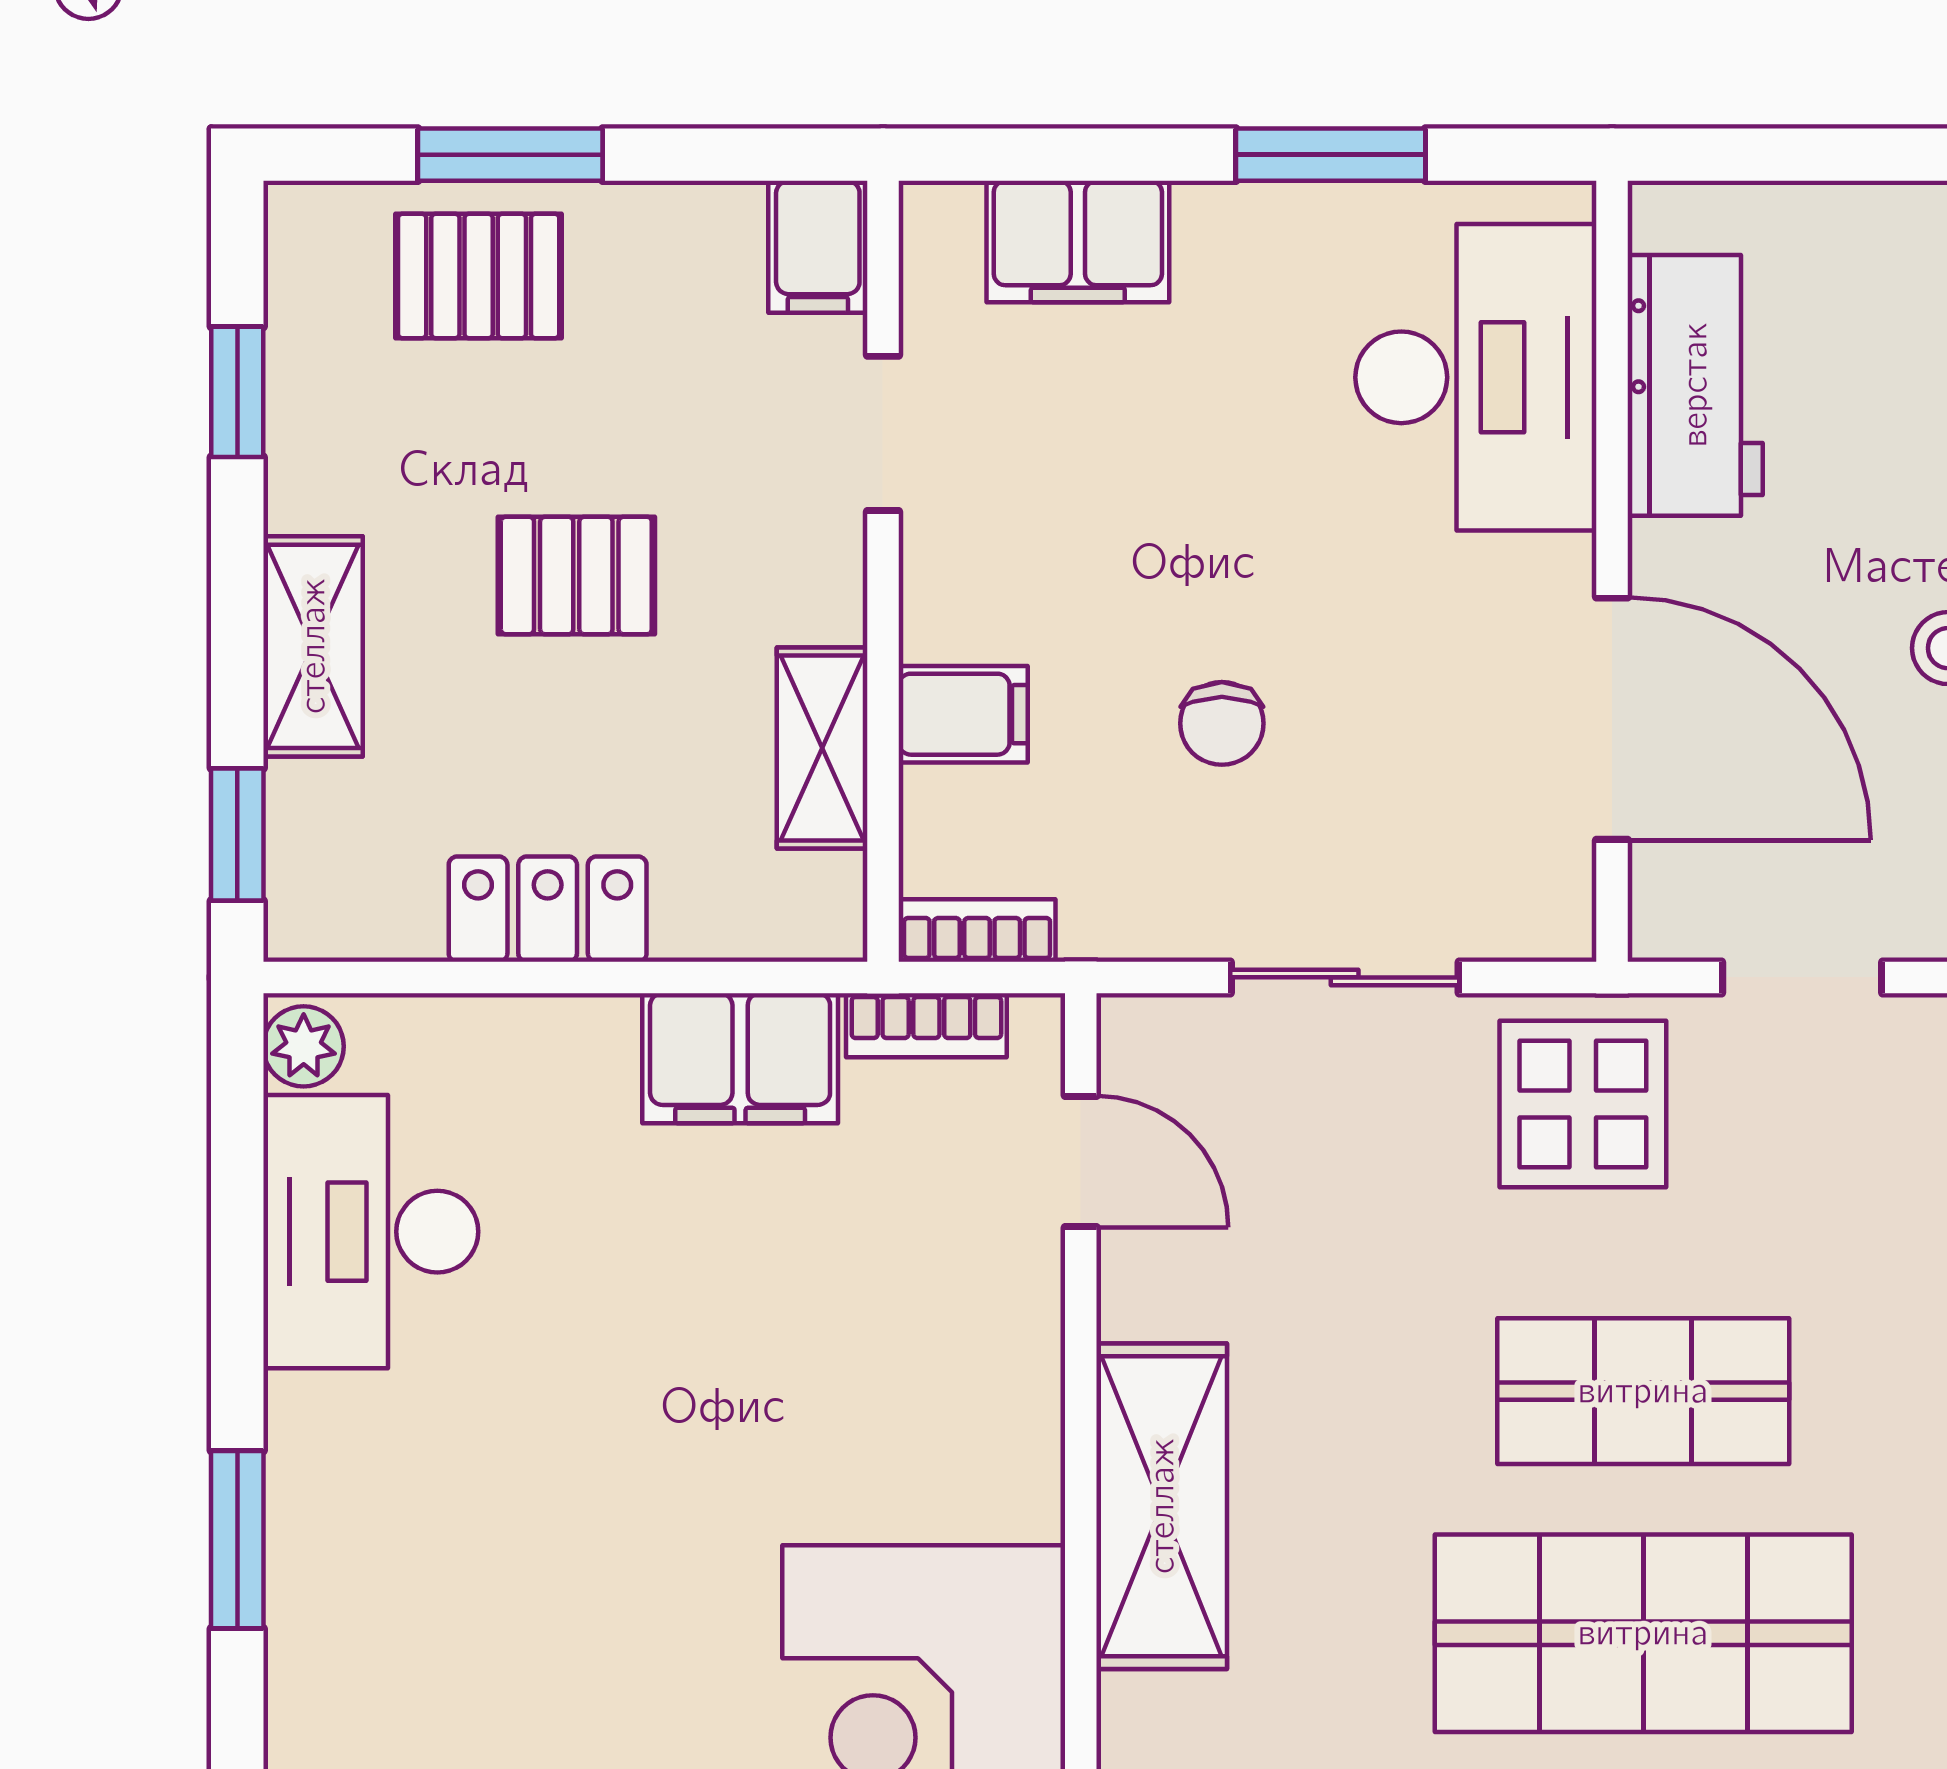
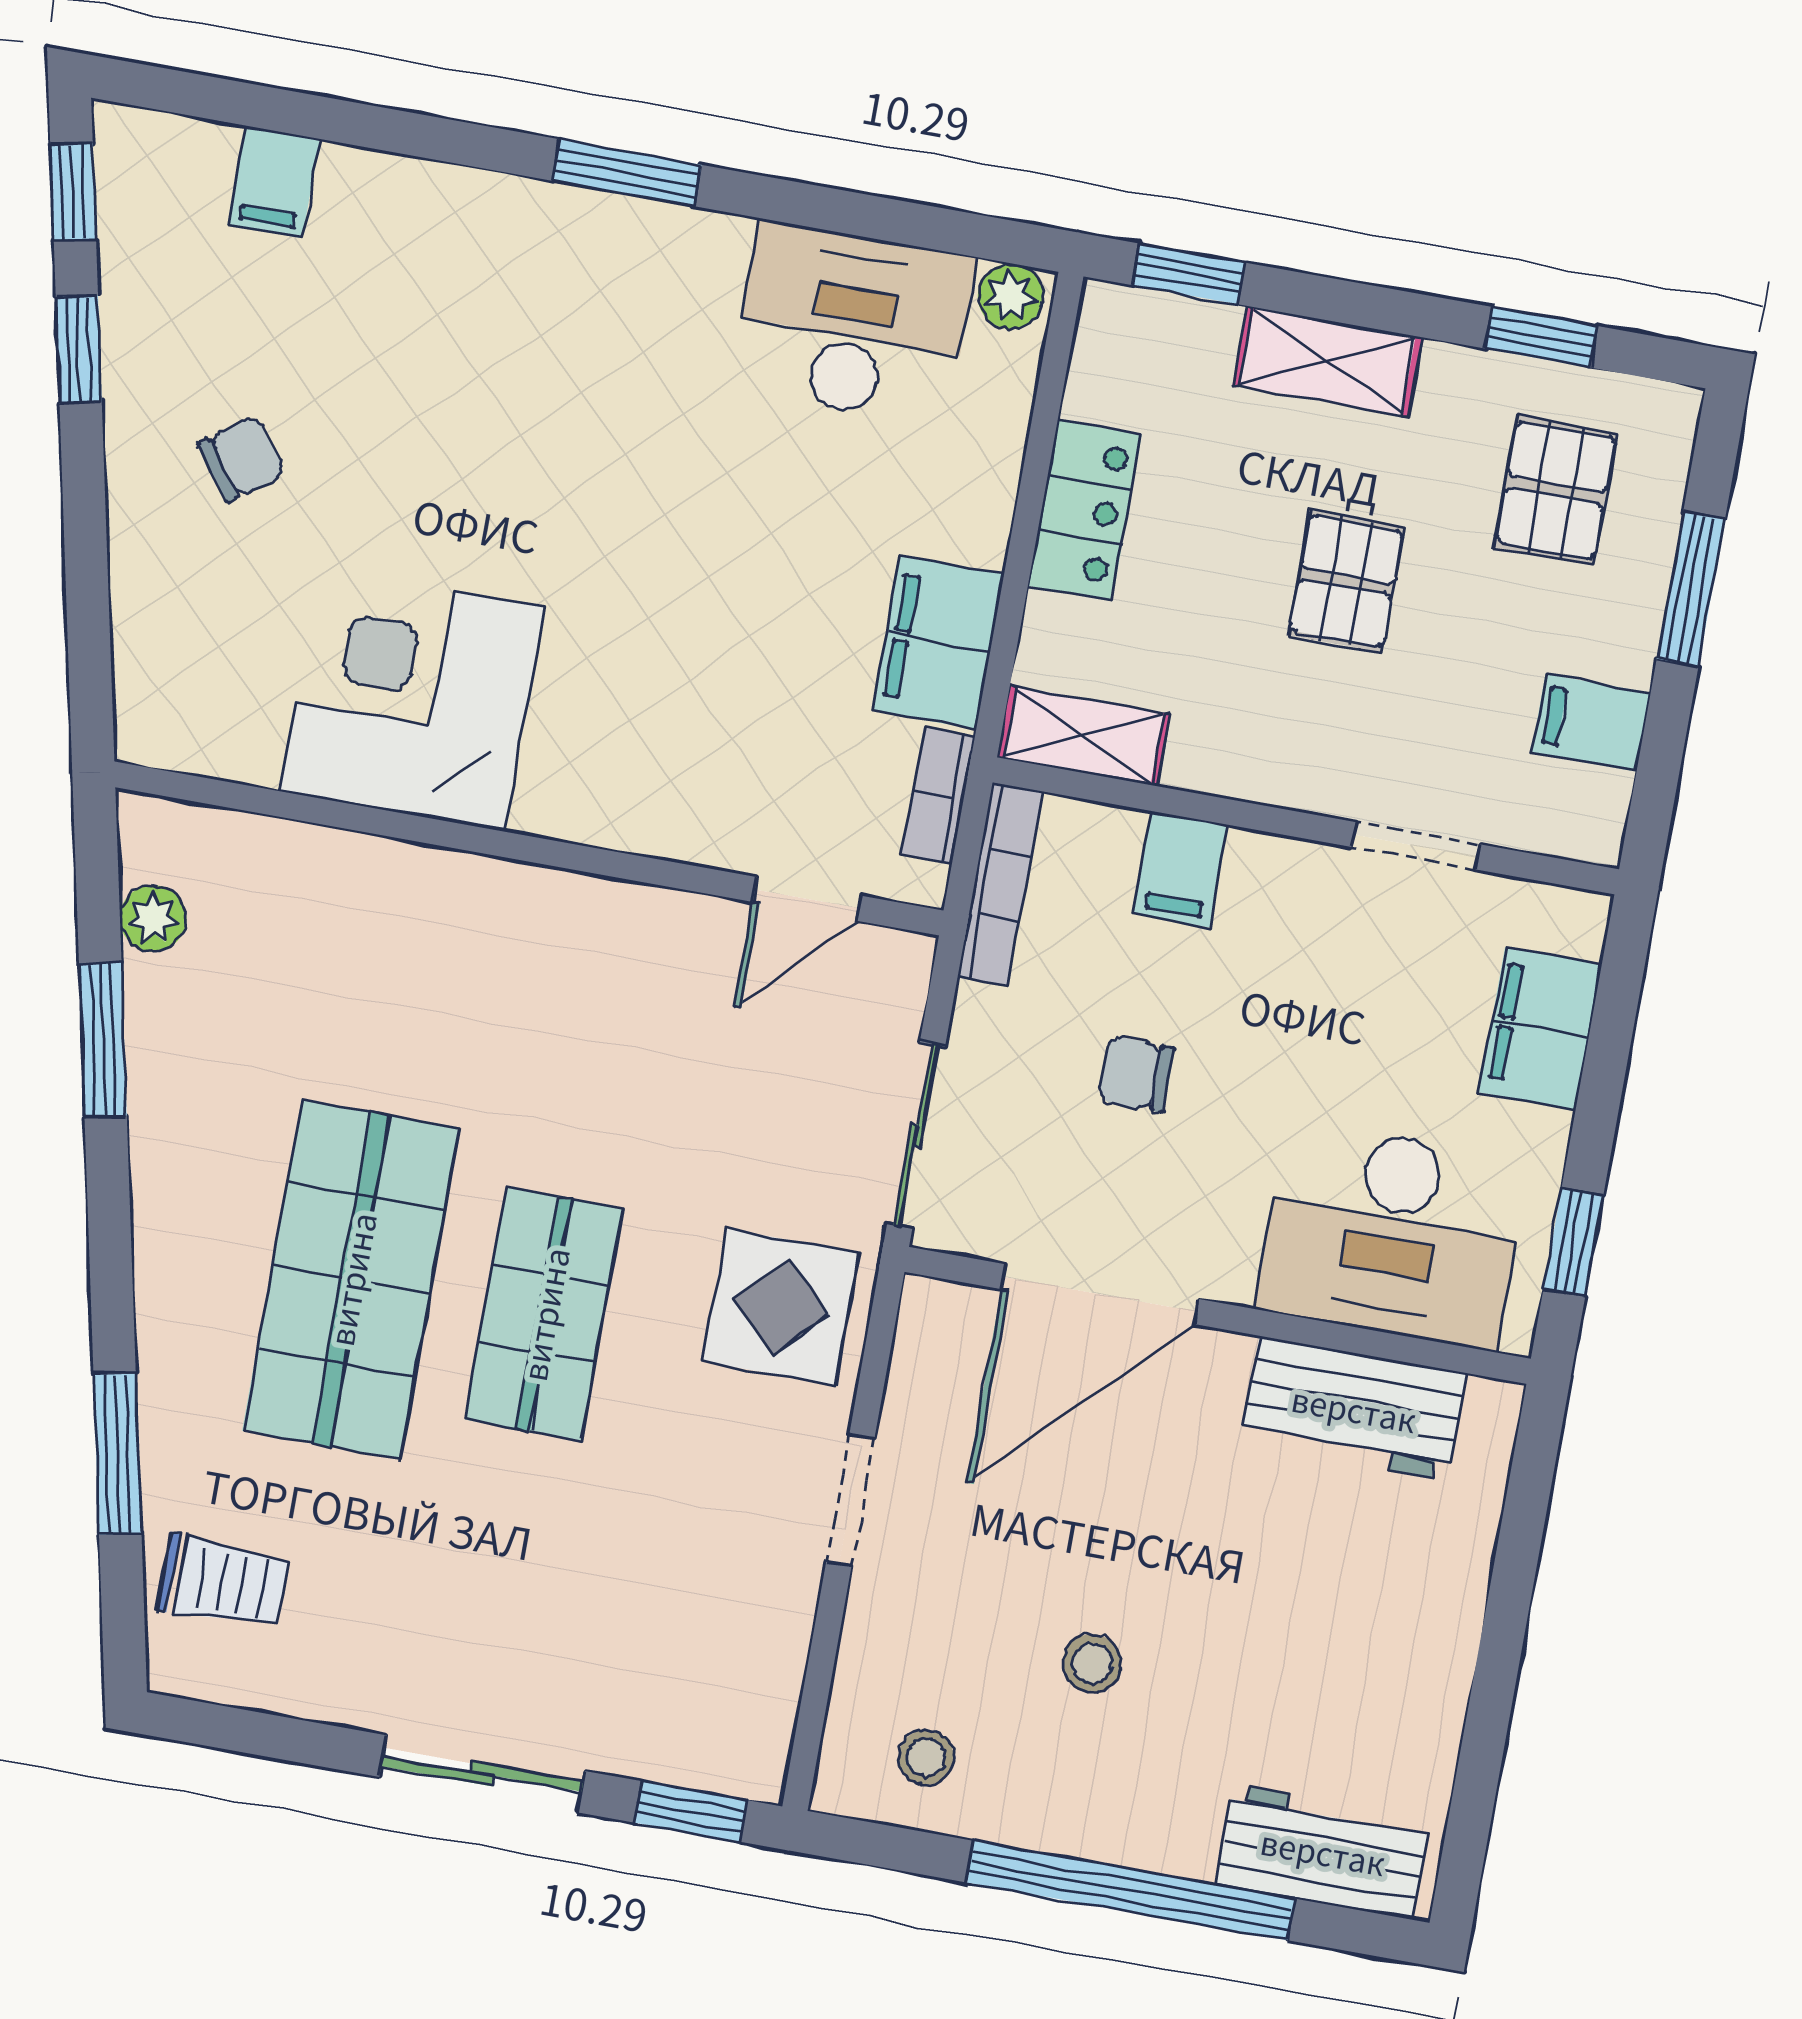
window: (1331, 155) -> (1573, 1242), width x0.67
filing cabinet: (818, 247) -> (1591, 723), moved
pallet: (479, 276) -> (1556, 490), moved
desk: (1476, 377) -> (1392, 1235), moved
workbench: (1695, 385) -> (1354, 1408), moved
wall: (1612, 571) -> (1218, 1315), moved
door: (1612, 719) -> (1100, 1294), moved
shelving: (822, 748) -> (1083, 736), moved
bookcase: (977, 930) -> (1000, 884), width x1.56
shelving: (1162, 1506) -> (521, 914), removed

